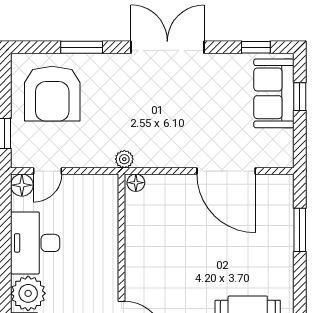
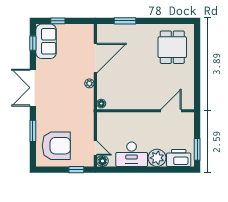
sofa: (274, 93) -> (46, 41), moved, turned -90
plant: (124, 159) -> (89, 83), moved

